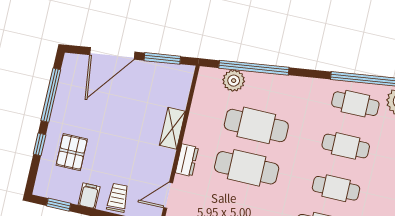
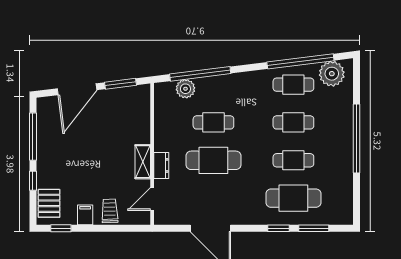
cafe table: (256, 125) -> (213, 122), width x0.73, depth x0.74
shelving: (172, 128) -> (143, 162), moved
pallet: (72, 152) -> (49, 203), moved

